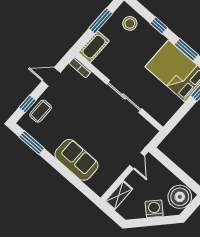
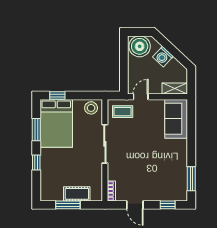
stool: (130, 23) -> (91, 108), moved
cot: (94, 47) -> (77, 194), moved
coffee table: (41, 111) -> (123, 112), moved
sofa: (76, 160) -> (176, 119), moved

